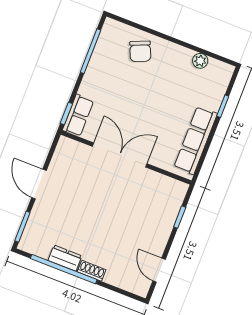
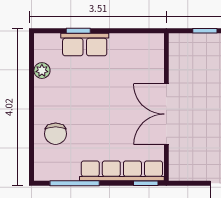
chair: (140, 51) -> (56, 134), turned 113
row of seats: (78, 115) -> (122, 171), width x2.02
row of seats: (196, 140) -> (85, 45), moved, width x0.68

